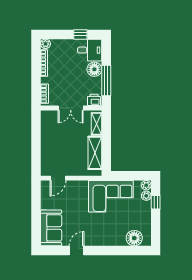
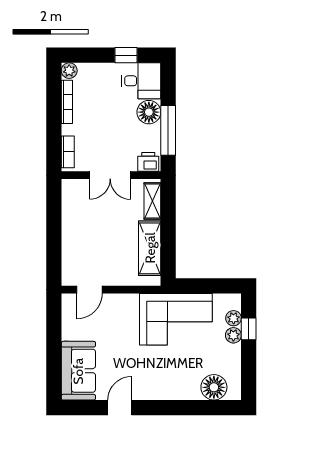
plant: (146, 185) -> (233, 335), moved

